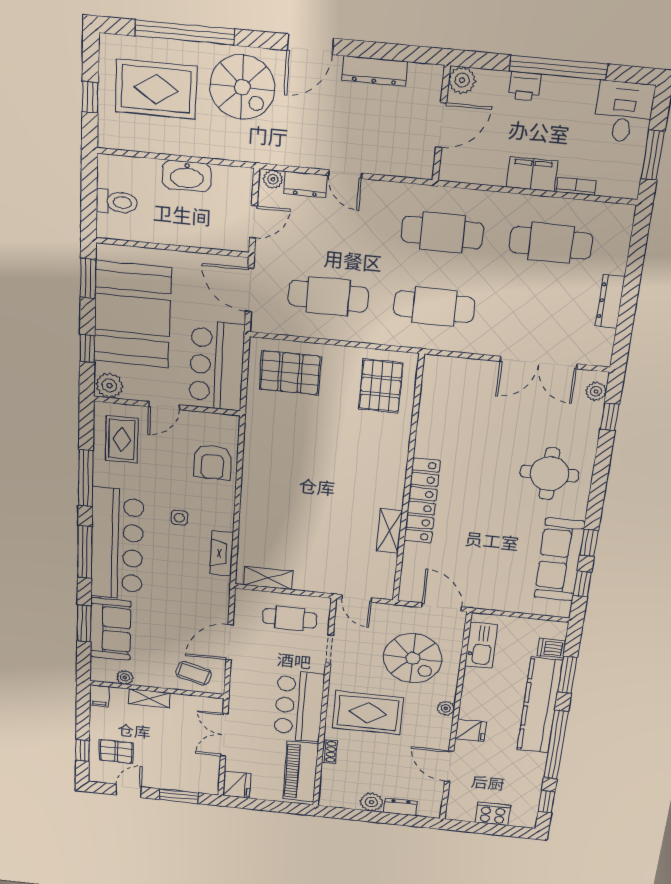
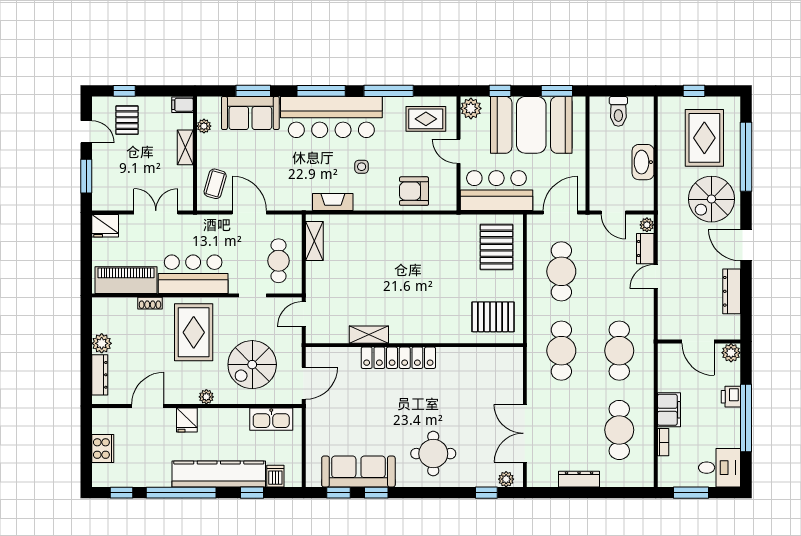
window: (567, 674) -> (252, 493), width x0.67
dresser: (400, 807) -> (100, 375), width x1.44

